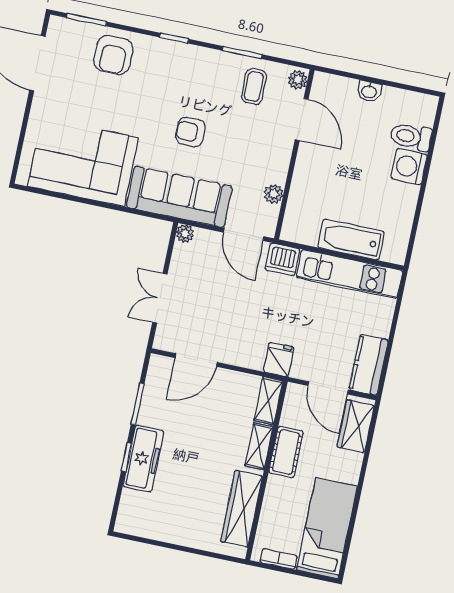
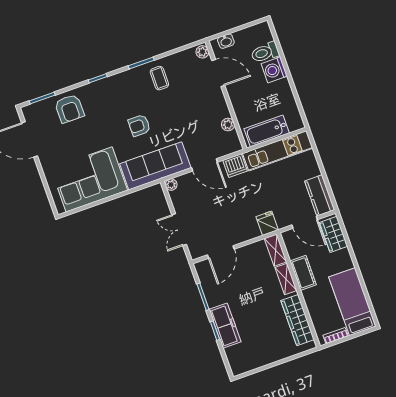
plant: (298, 80) -> (202, 52), moved
door: (302, 120) -> (218, 73), moved
wall: (294, 154) -> (226, 95), moved
plant: (274, 194) -> (228, 124), moved

